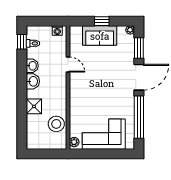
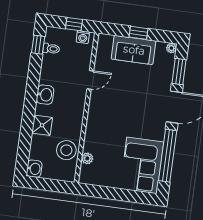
window: (49, 21) -> (74, 24), added
door: (68, 64) -> (90, 80), hinge flipped
washbasin: (32, 66) -> (34, 169), moved
corner sofa: (104, 134) -> (142, 165), moved, turned -90
plant: (74, 142) -> (87, 158), moved

